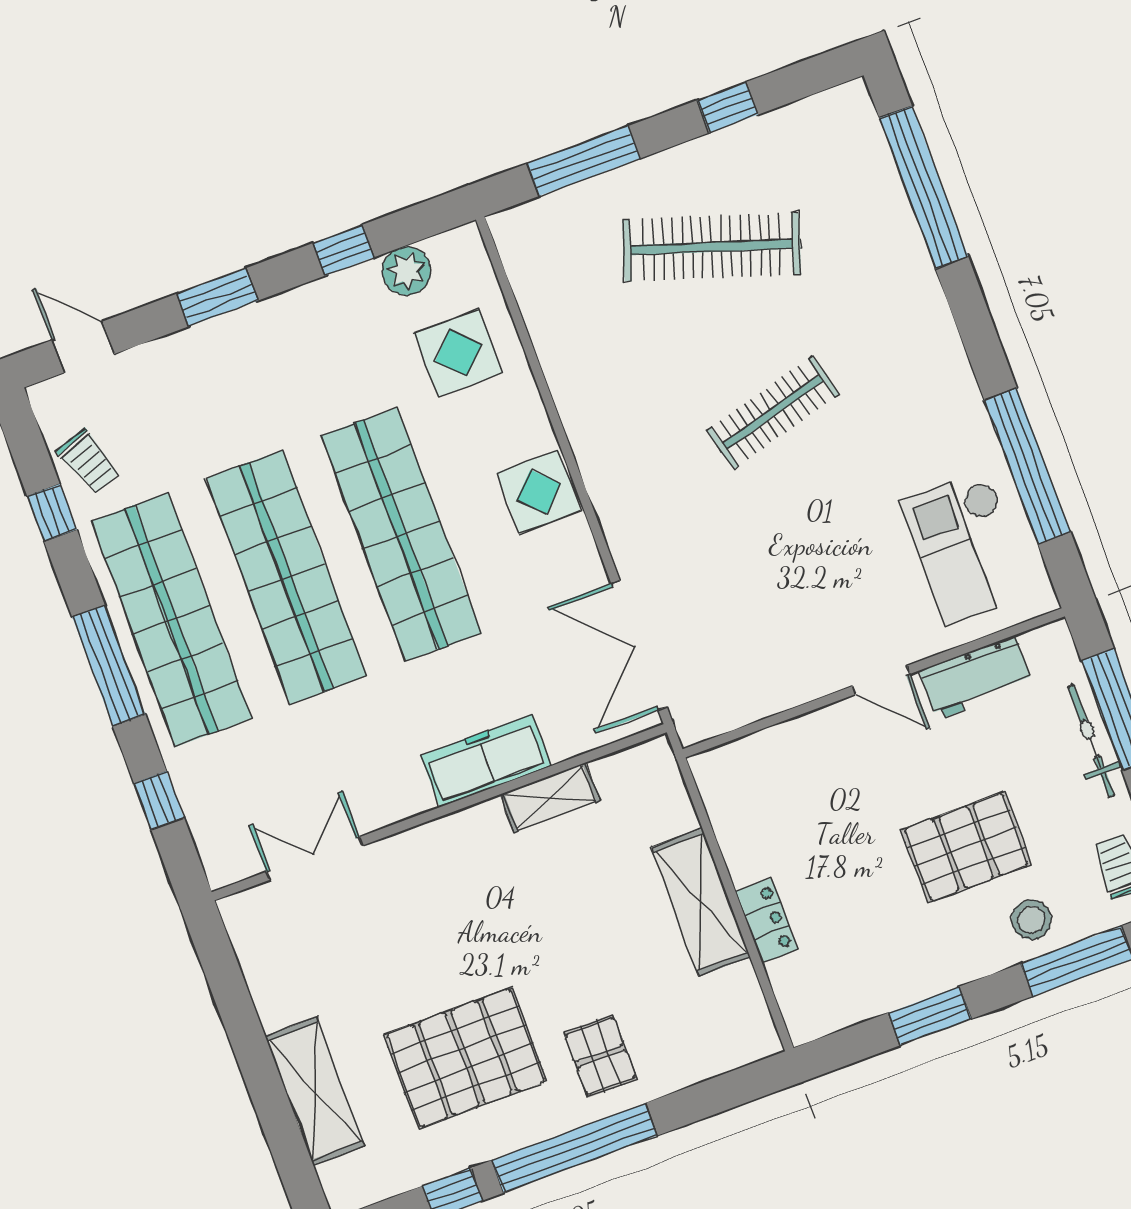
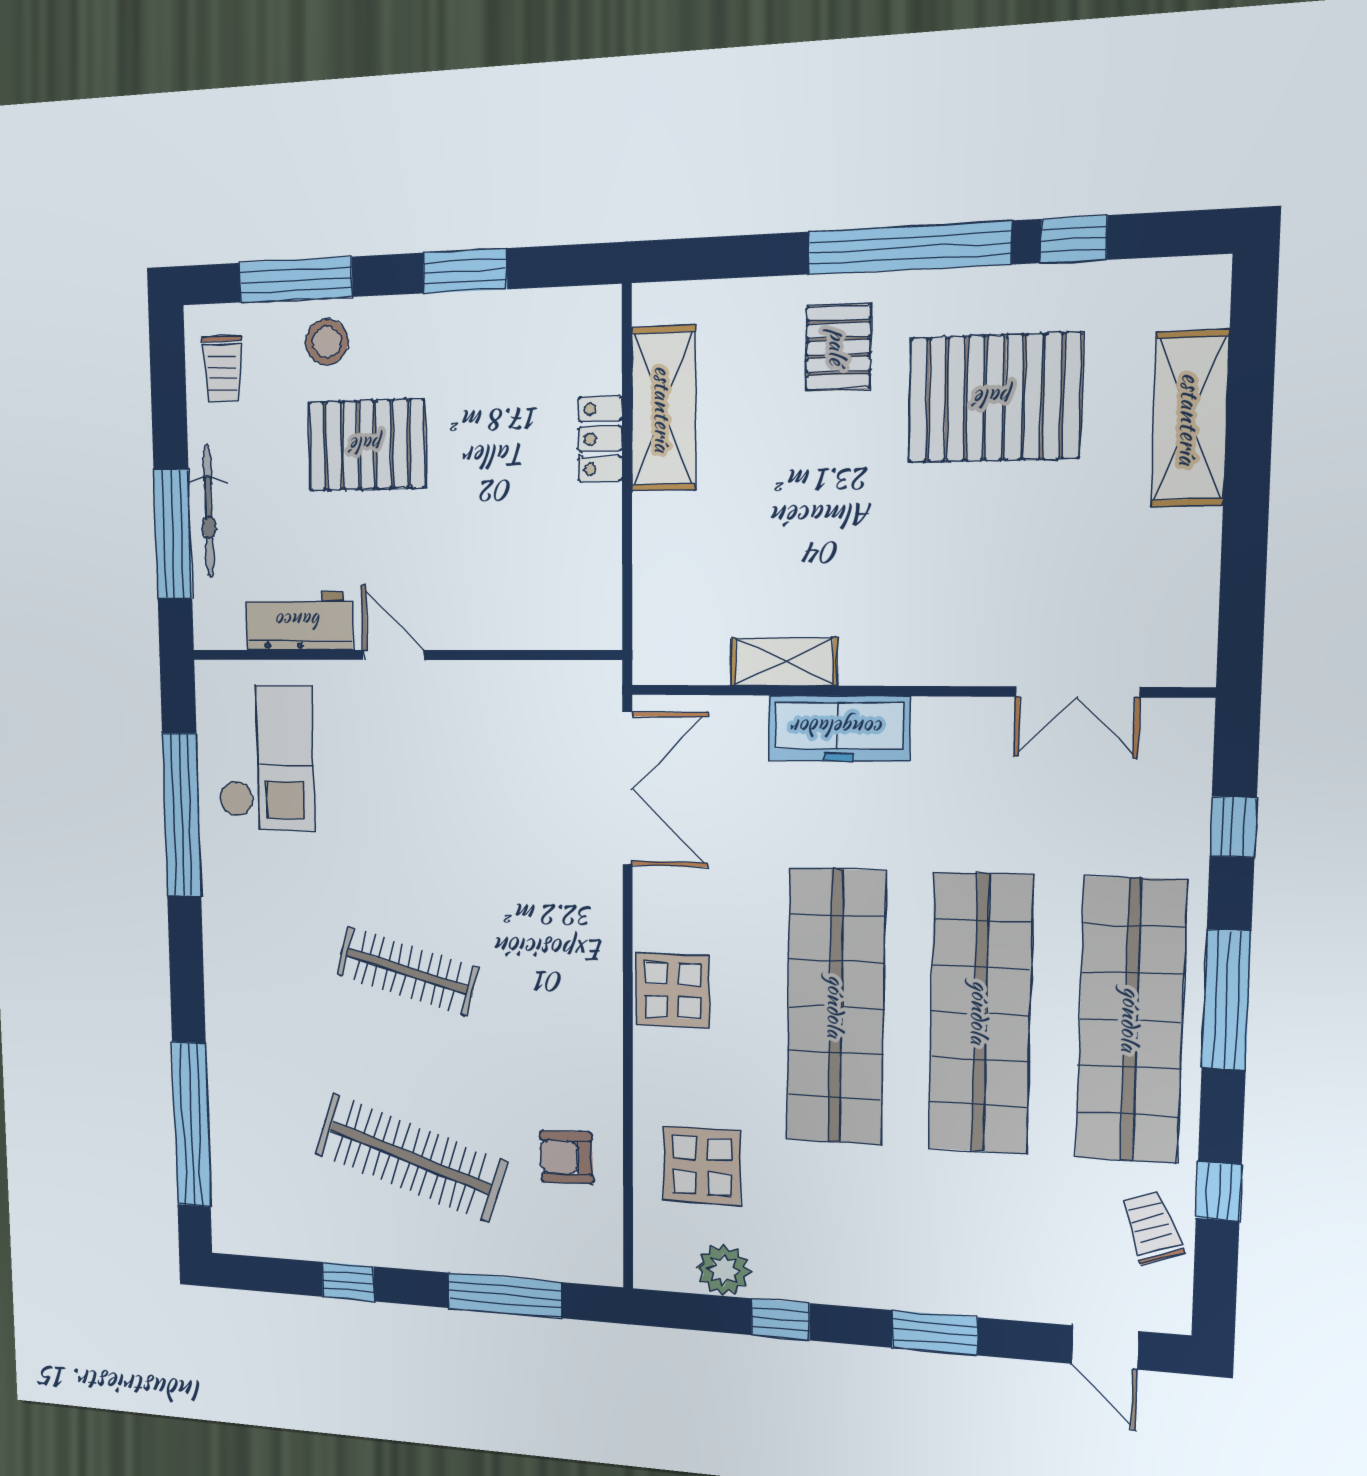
armchair: (575, 309) -> (566, 1157), added
clothes rail: (773, 412) -> (407, 971), turned 30
shelving: (701, 902) -> (663, 409), moved

